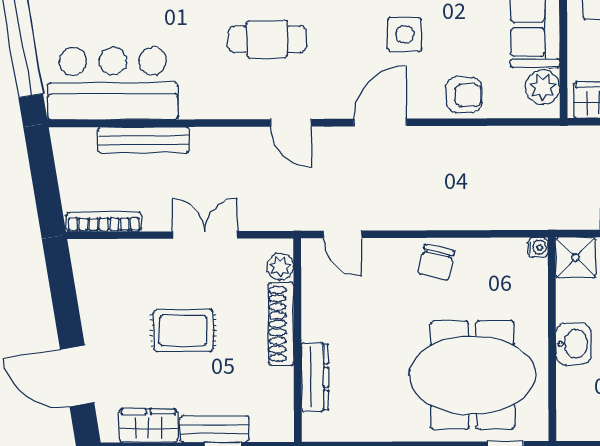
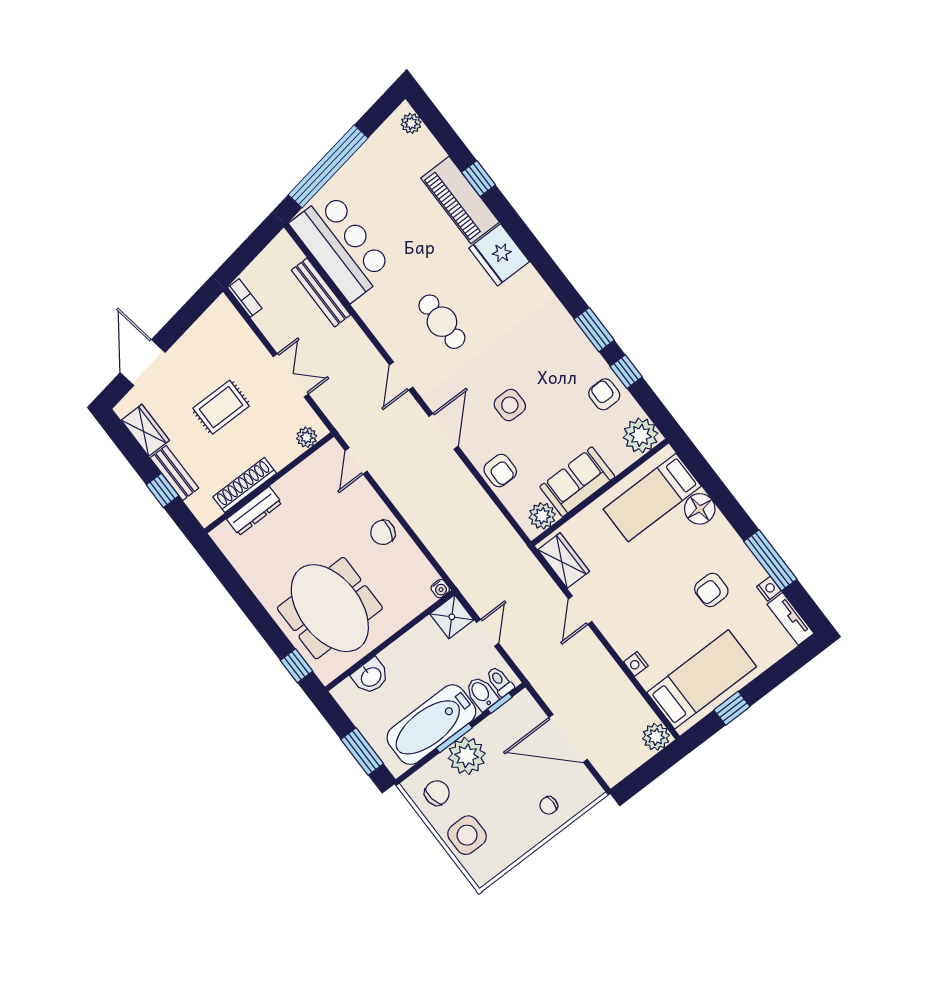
door: (380, 123) -> (443, 431), hinge flipped
bookcase: (104, 222) -> (245, 298), width x0.64
shoe rack: (281, 324) -> (245, 485), moved
rug: (183, 330) -> (221, 407), turned 90
washbasin: (573, 344) -> (371, 676), moved

